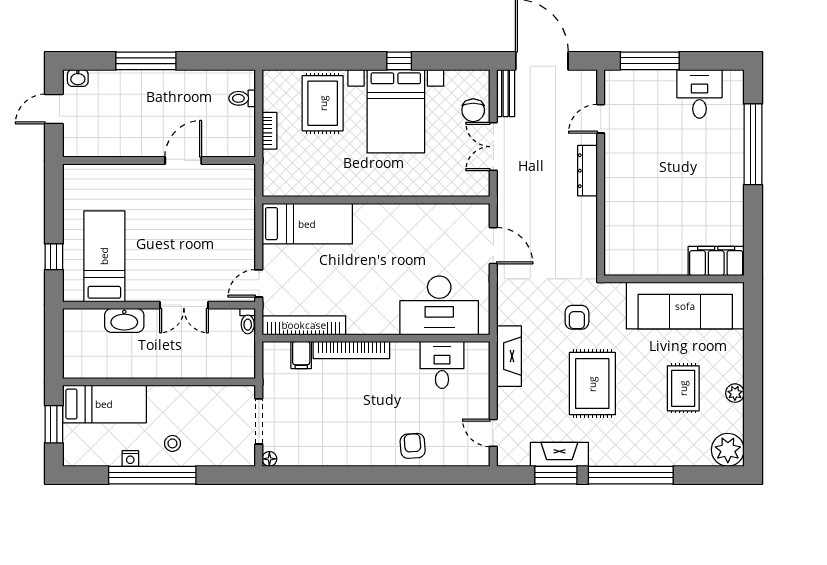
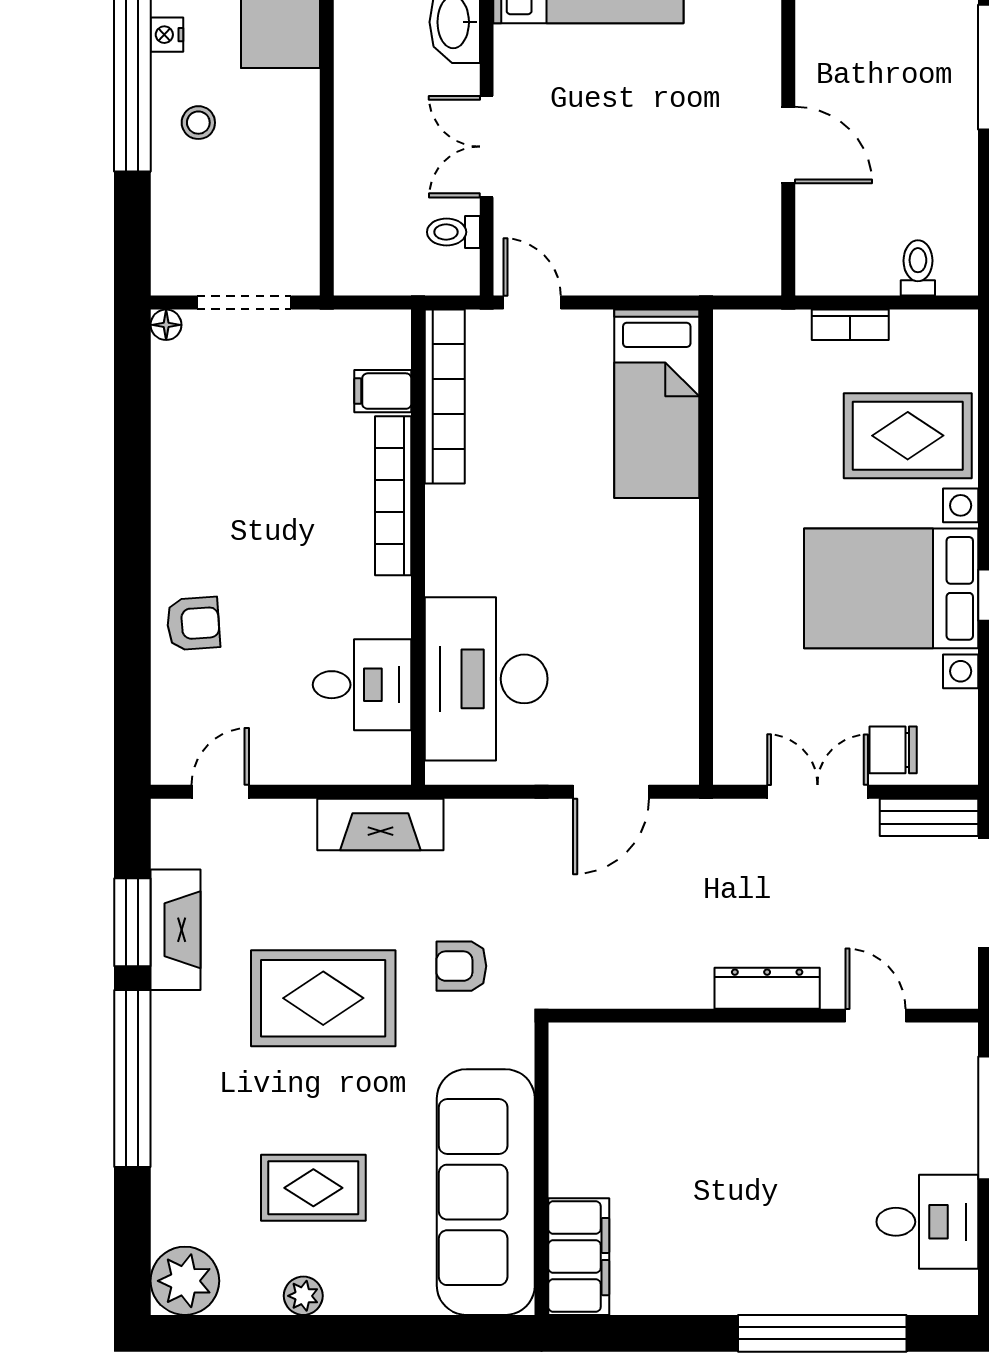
toilet: (248, 321) -> (453, 232), moved

